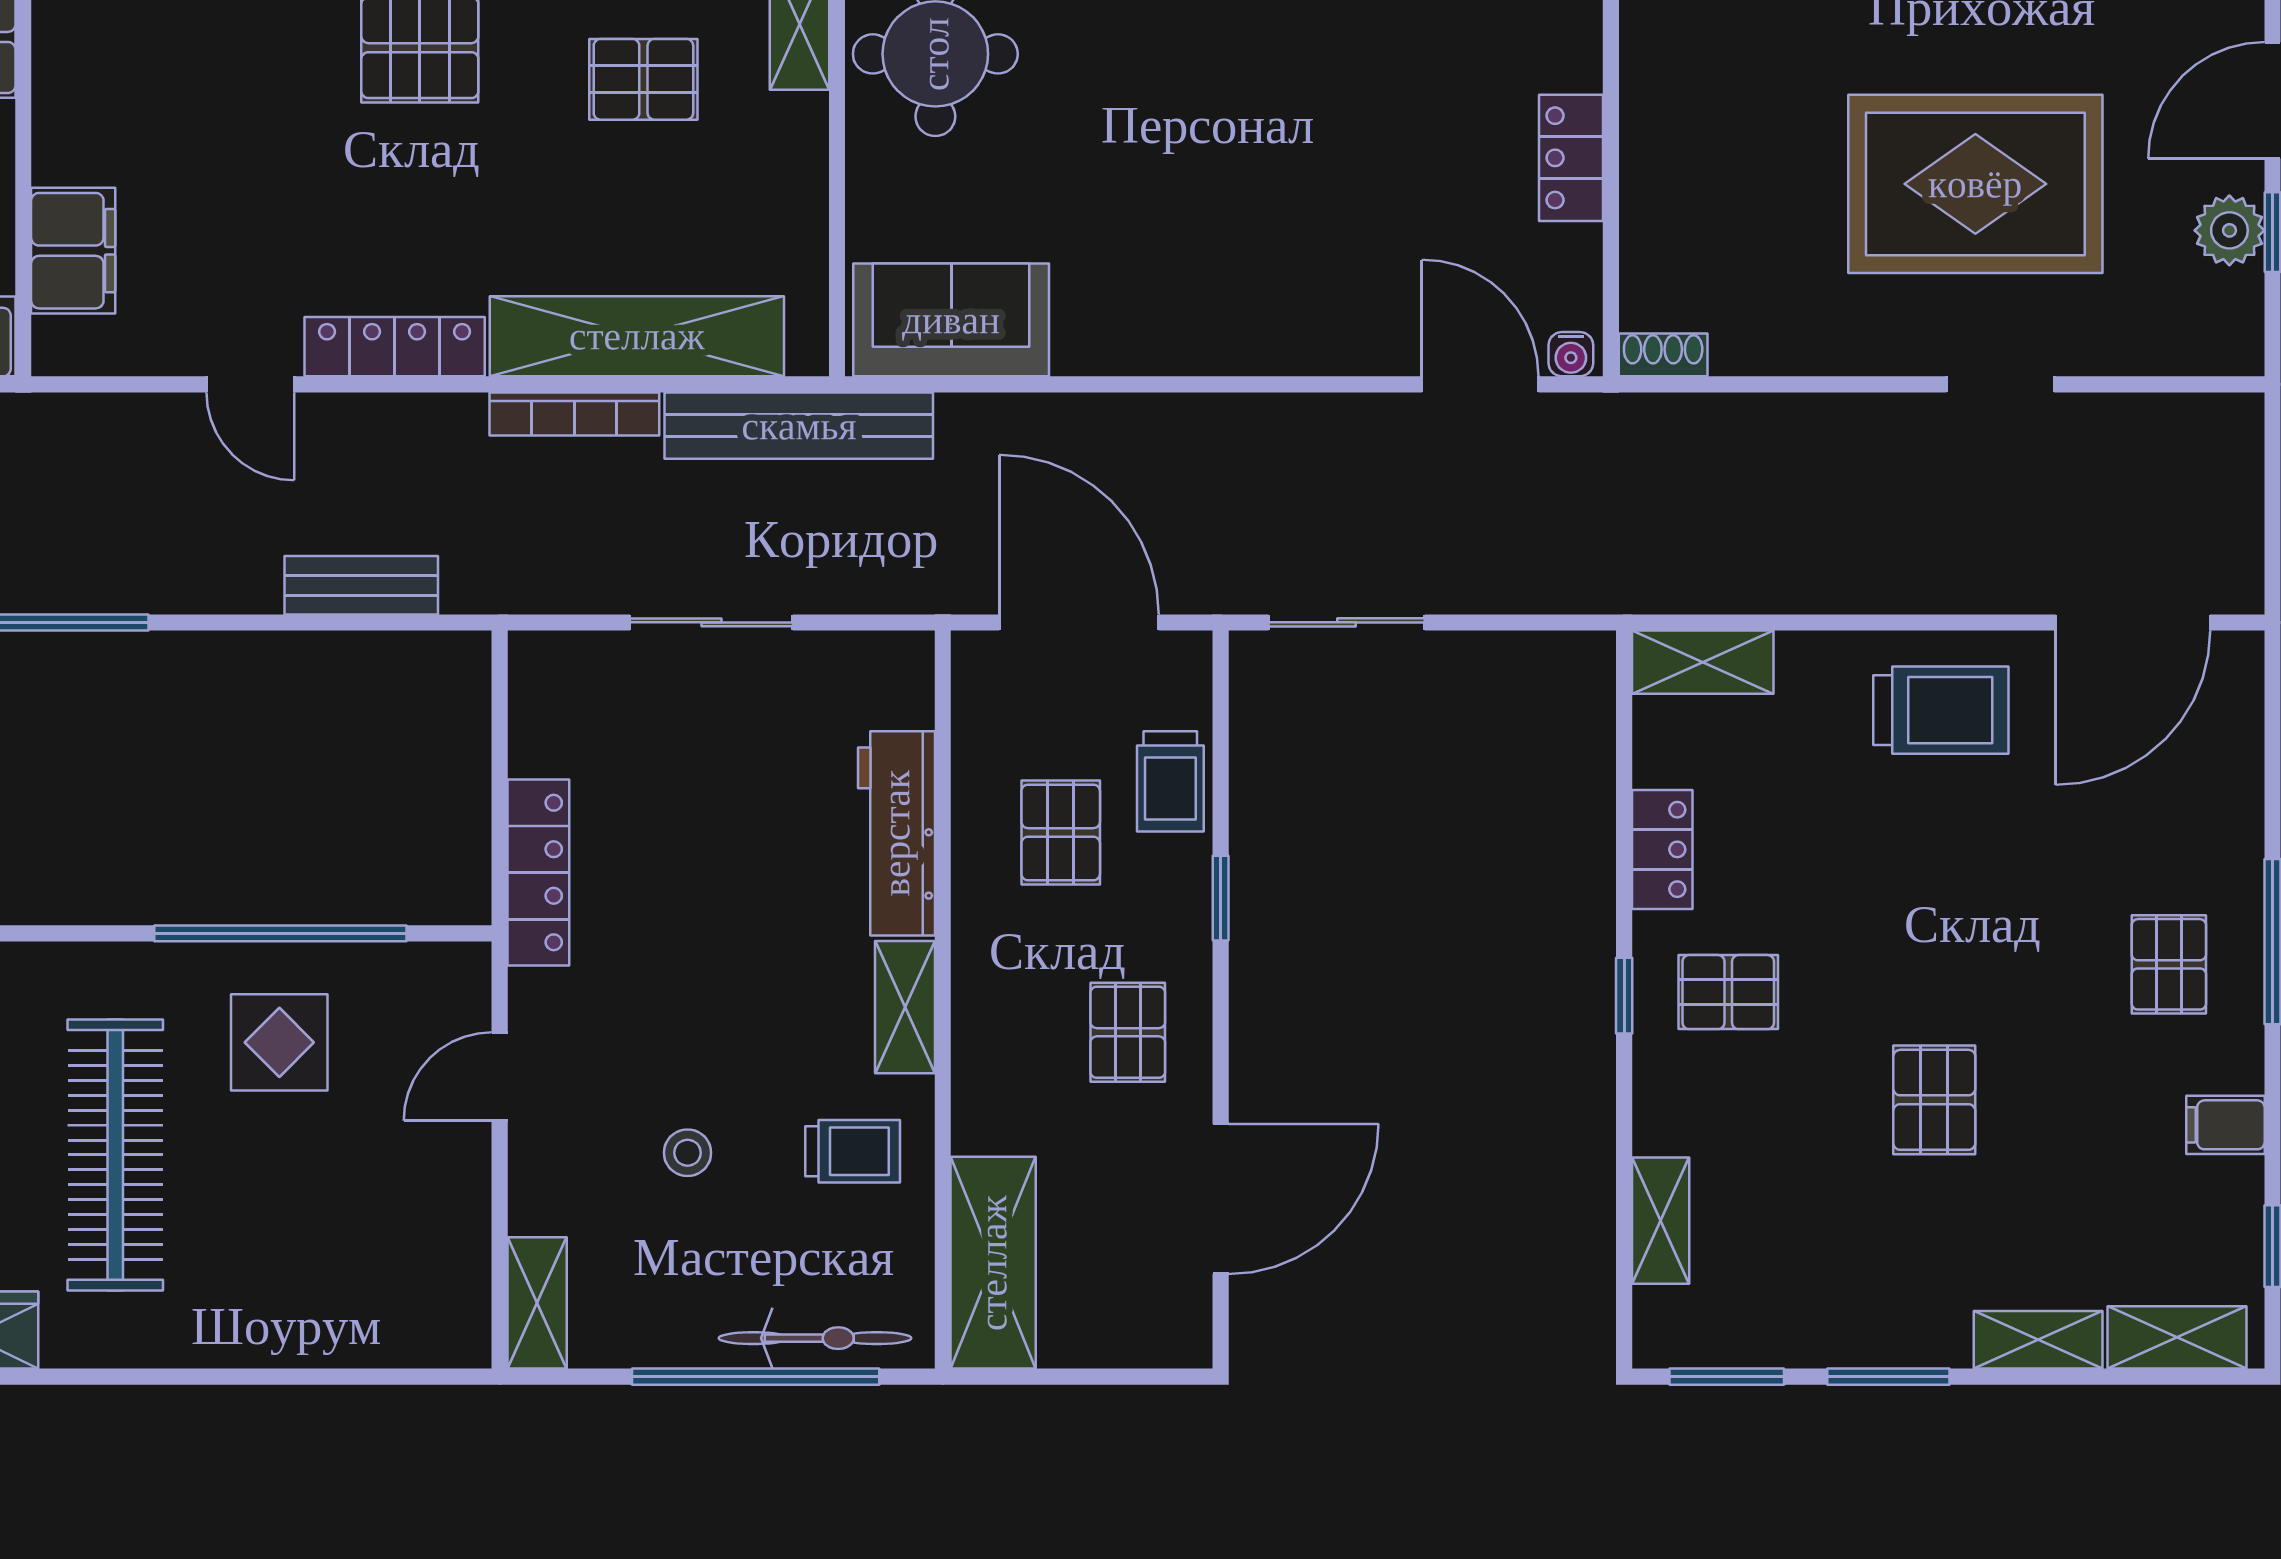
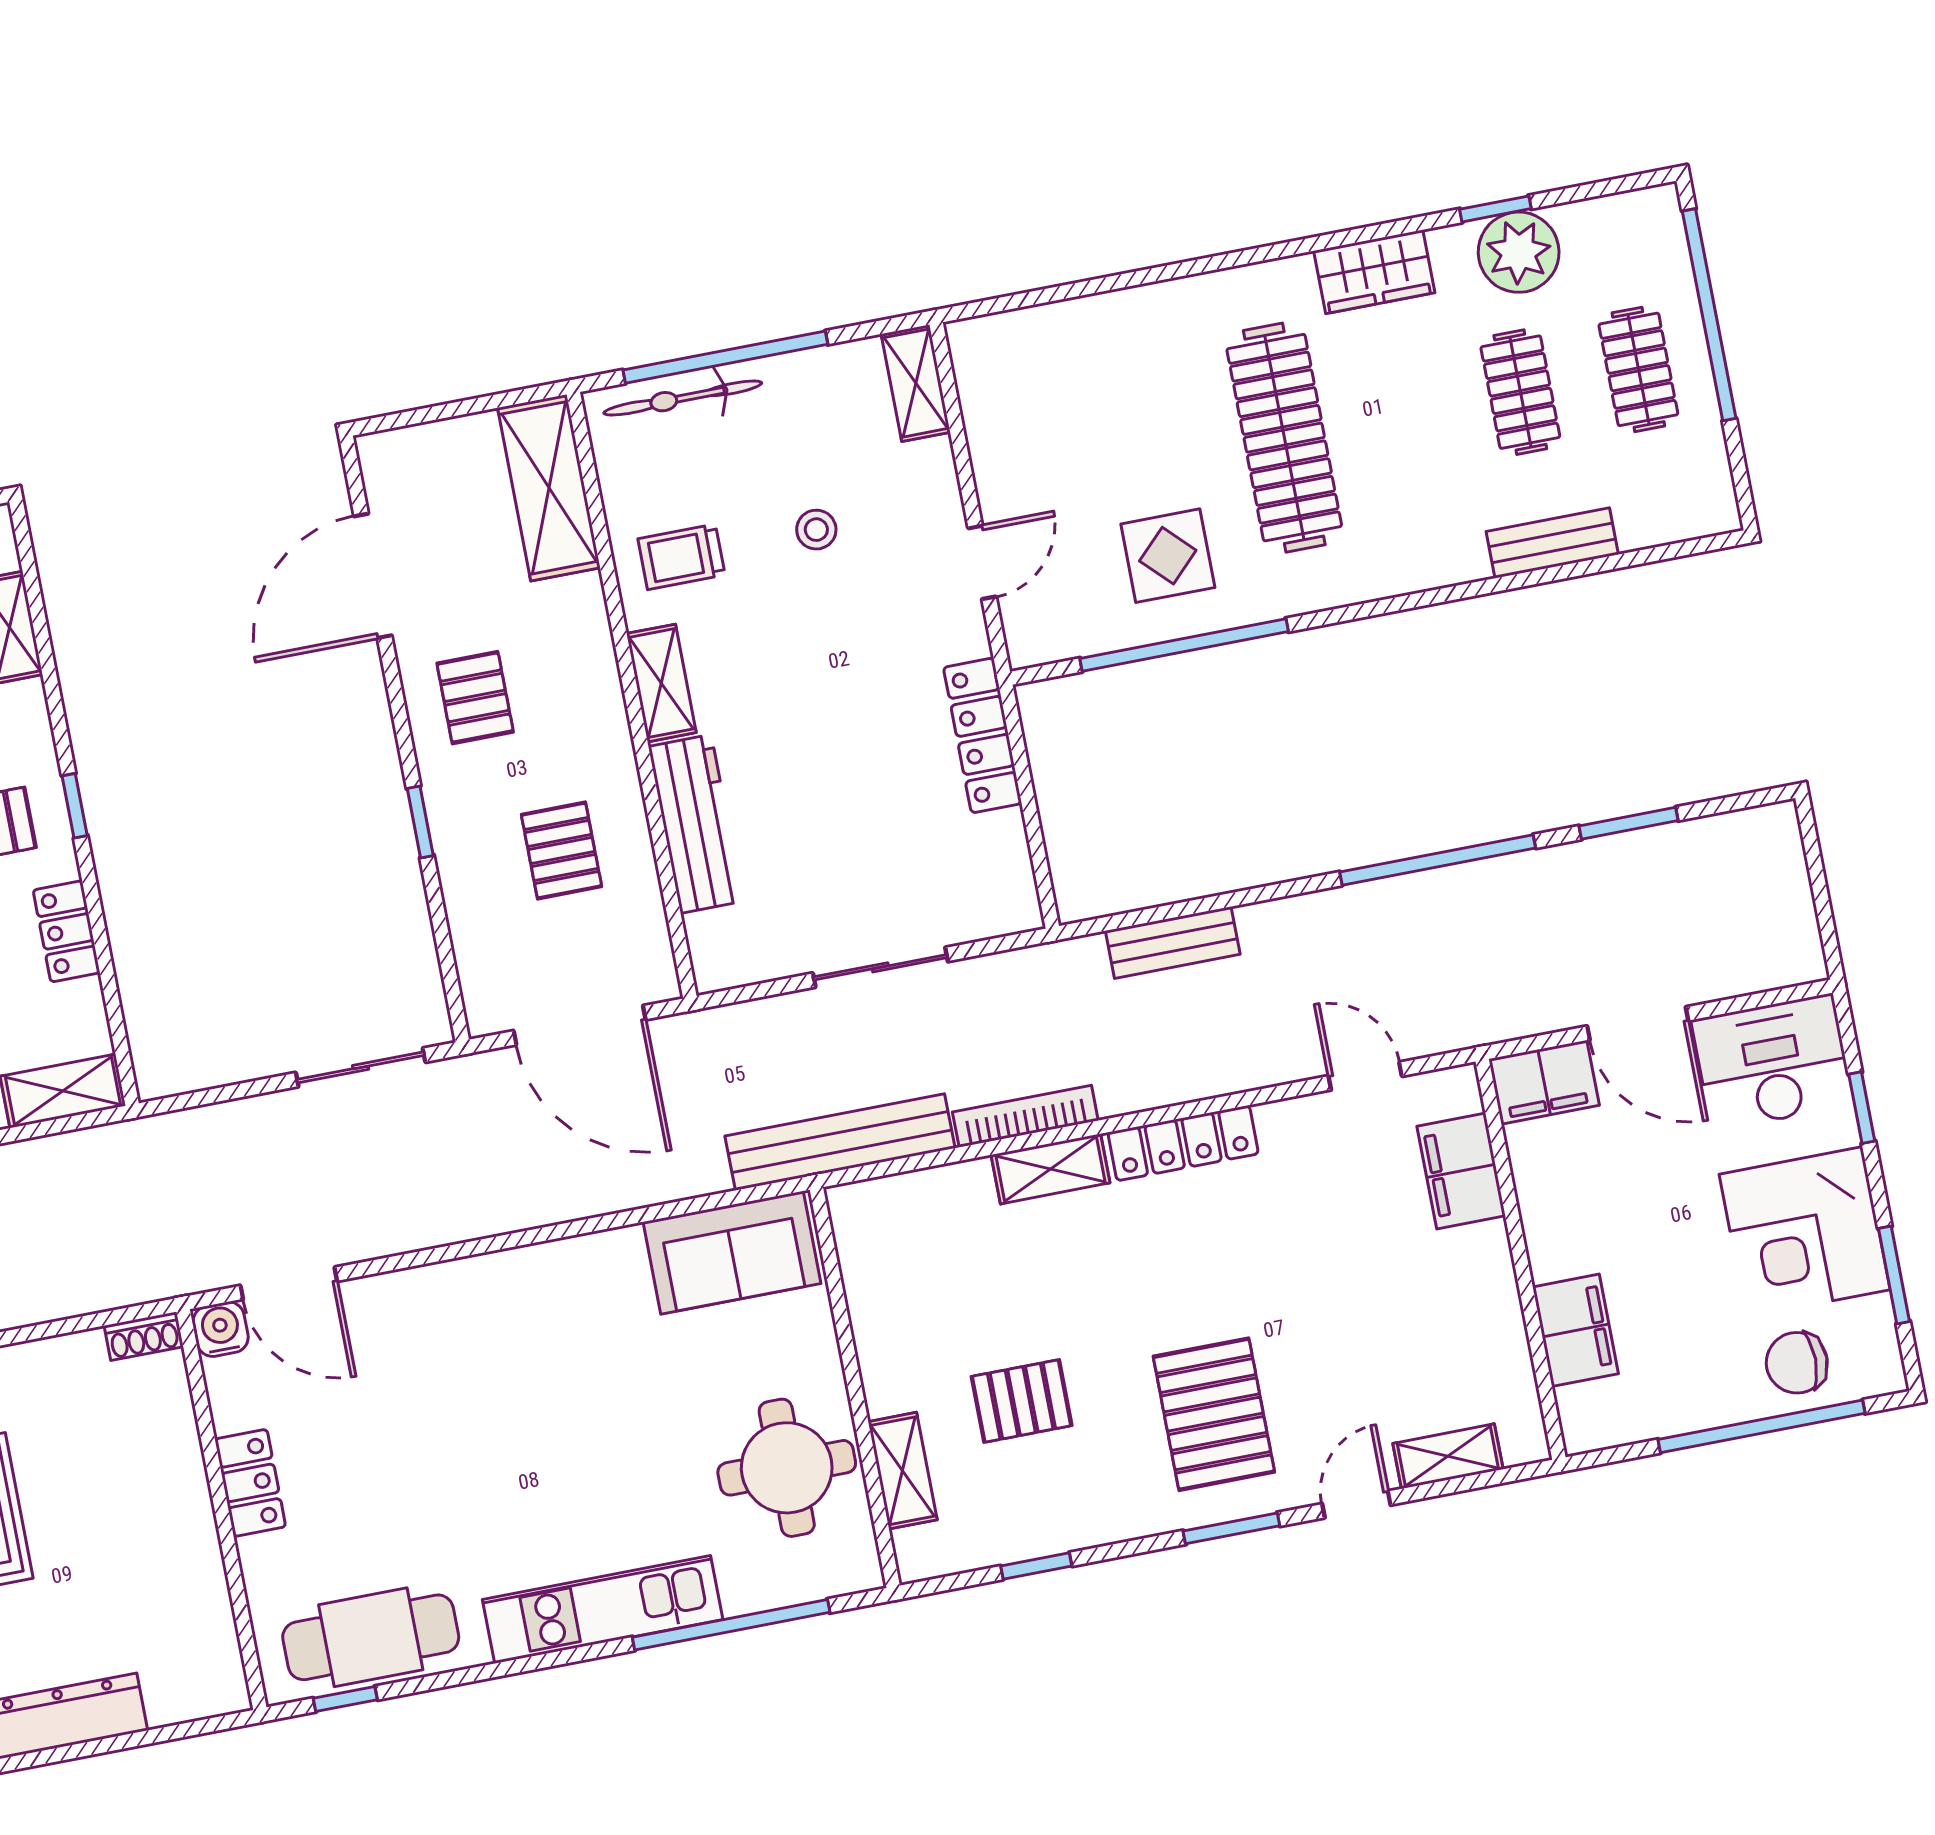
shelving: (637, 336) -> (1050, 1169), width x0.45, depth x0.75
water cooler: (1571, 354) -> (221, 1329), width x1.38, depth x1.38
door: (250, 384) -> (1365, 1076), moved
trolley: (1170, 781) -> (480, 910), removed

